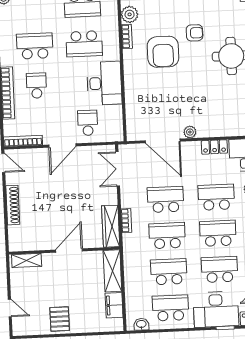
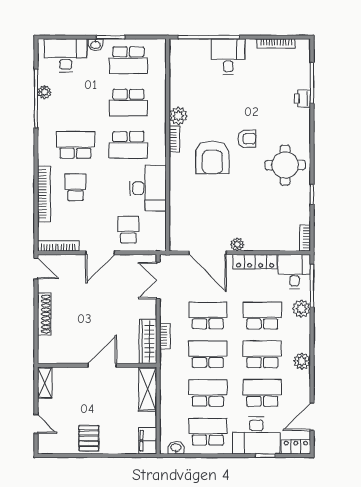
locker: (214, 147) -> (255, 262), width x1.53
shelving: (27, 260) -> (45, 383), moved, turned 90
filing cabinet: (114, 305) -> (148, 441), moved

